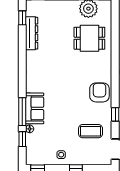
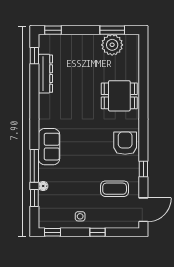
dining table: (89, 38) -> (119, 96), moved
sofa: (35, 108) -> (49, 147), moved

